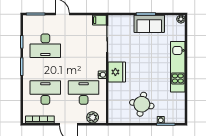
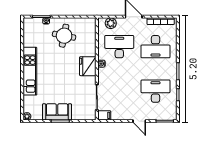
desk: (84, 93) -> (119, 47), turned 180

